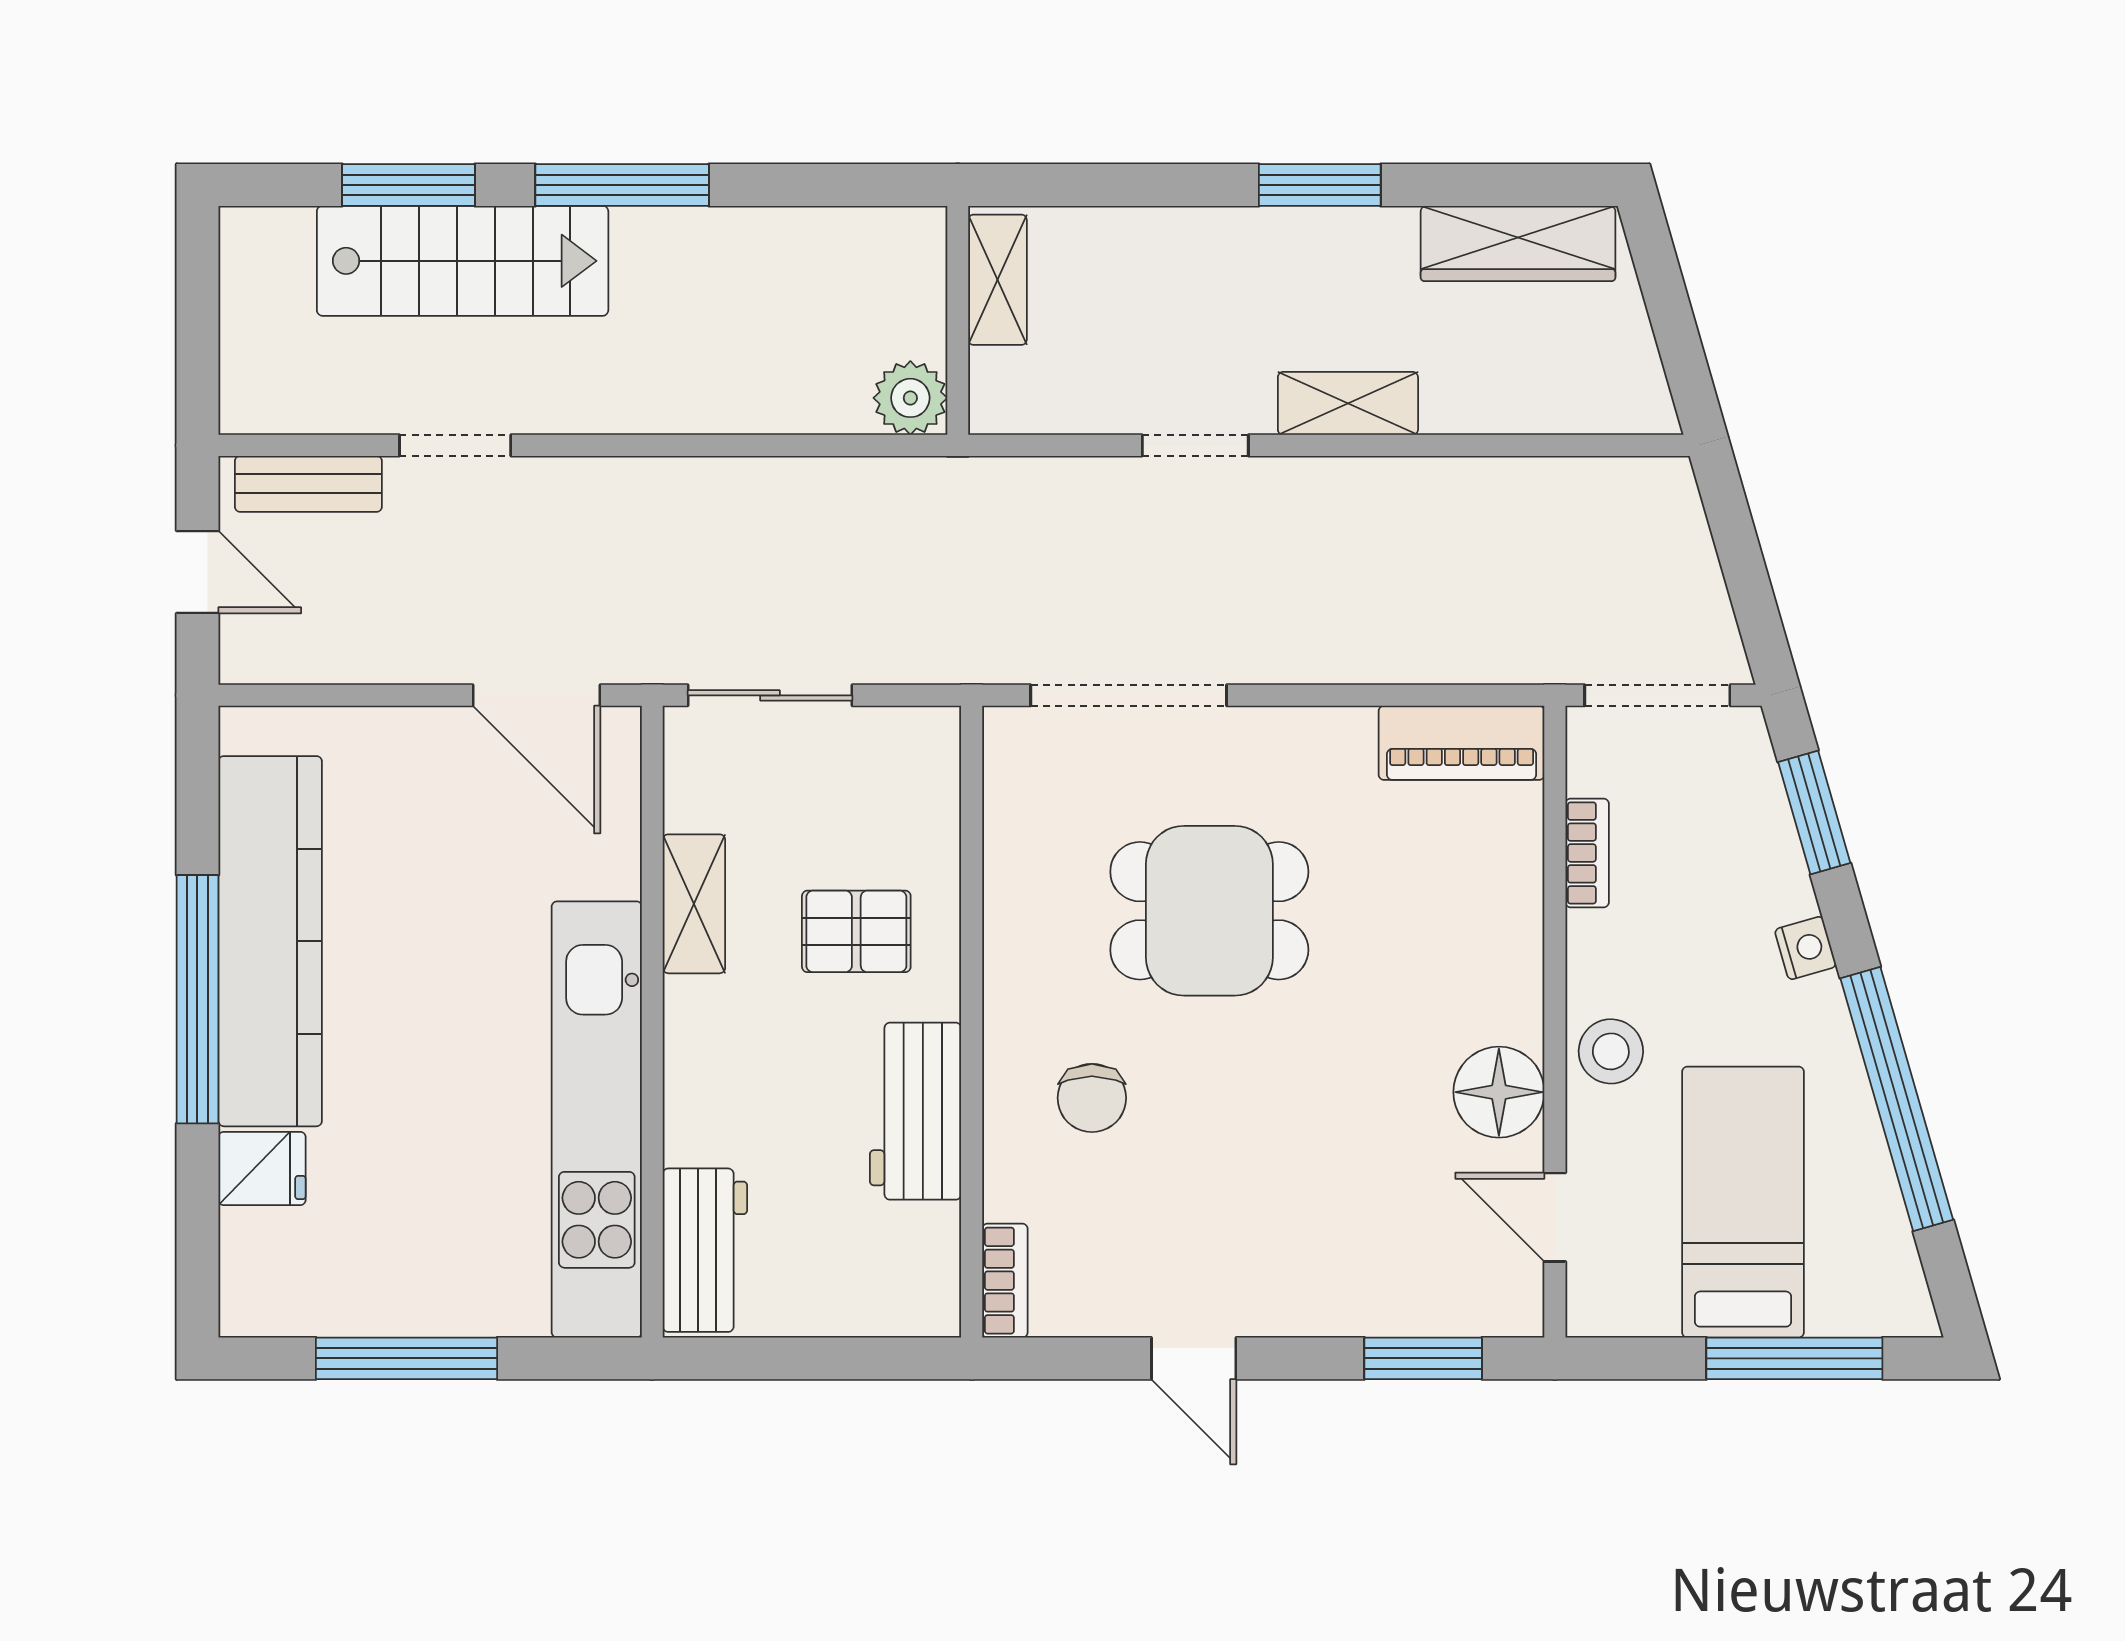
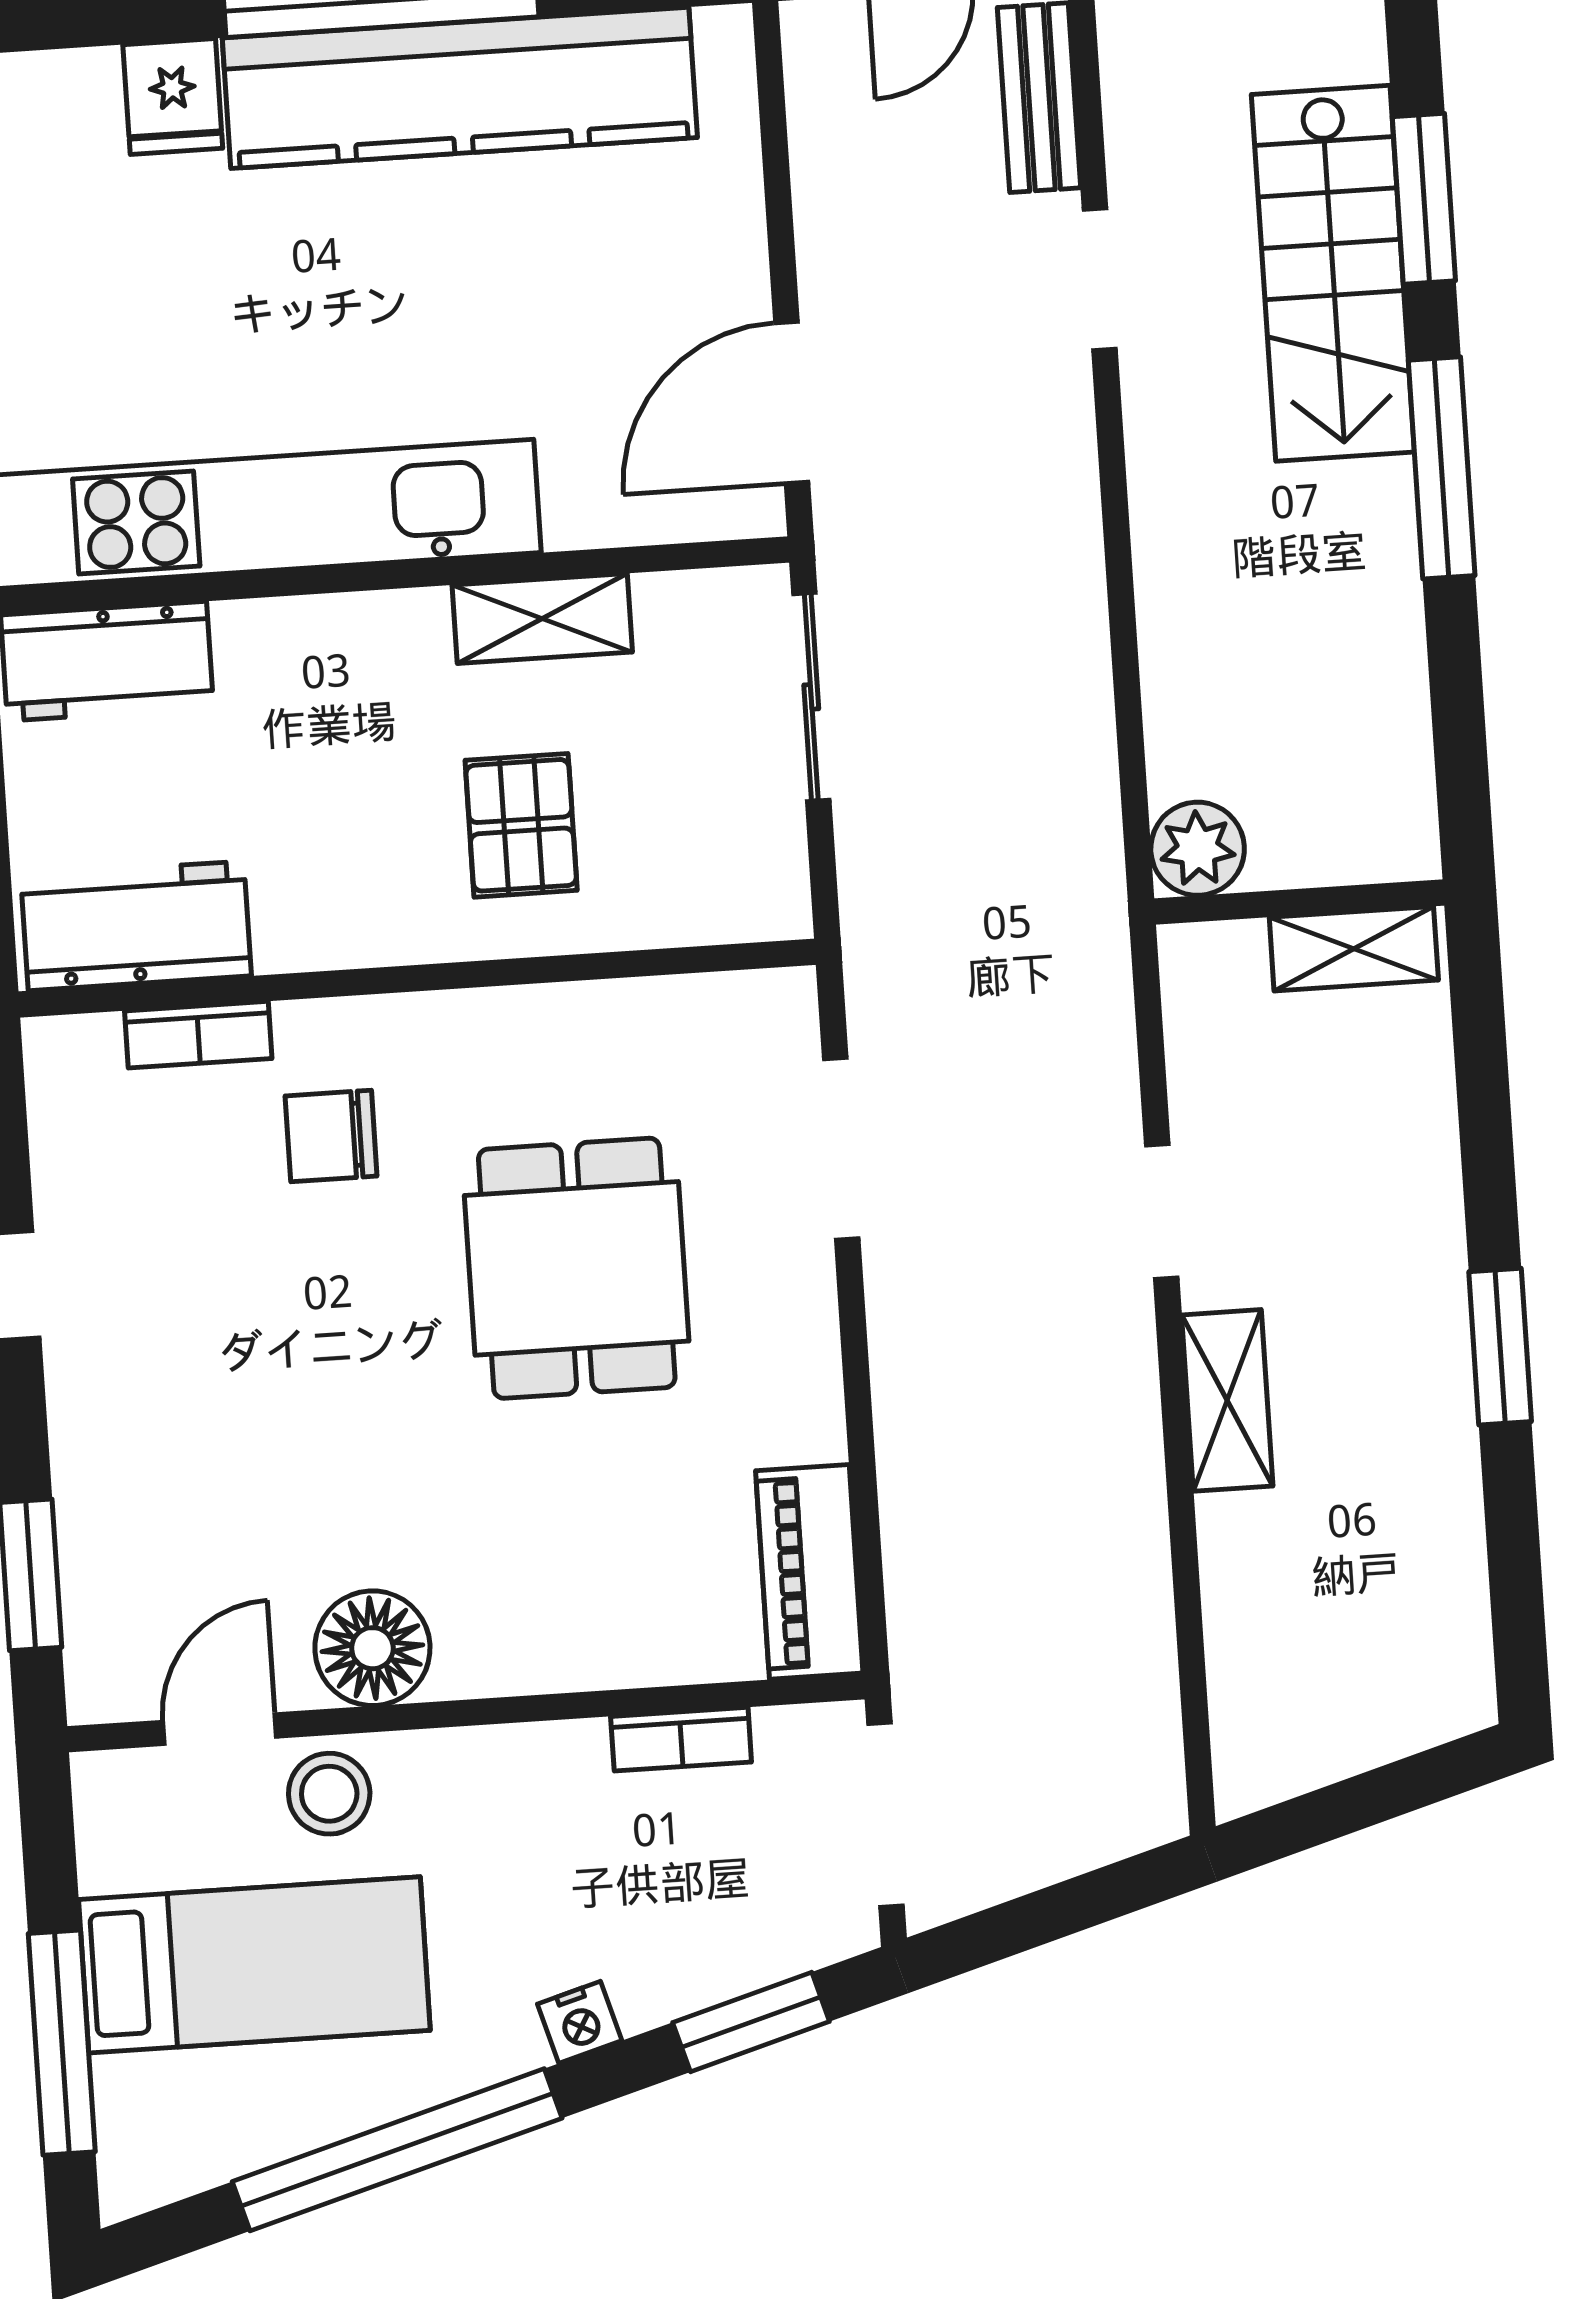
wardrobe: (1518, 243) -> (1443, 1601), removed
doorway: (1129, 695) -> (841, 1149), width x0.73
stool: (1611, 1051) -> (329, 1794), moved
workbench: (916, 1111) -> (136, 926), moved
bookcase: (1005, 1281) -> (198, 1035), moved

